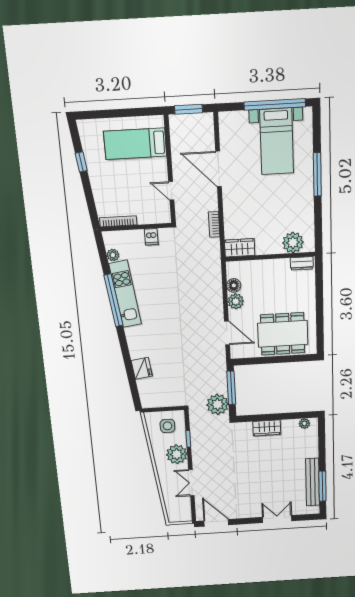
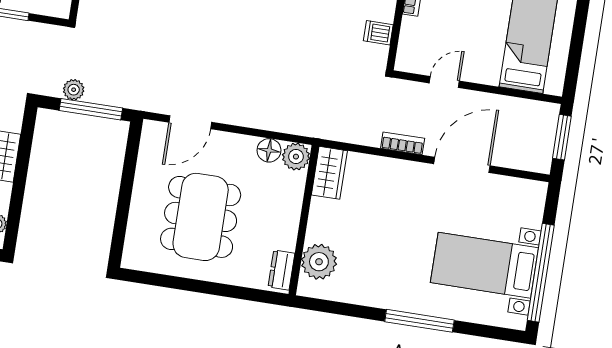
bookcase: (214, 224) -> (403, 143), moved
plant: (236, 301) -> (296, 157), moved
dining table: (283, 334) -> (201, 217), moved
plant: (218, 404) -> (74, 90), width x0.53, depth x0.53

